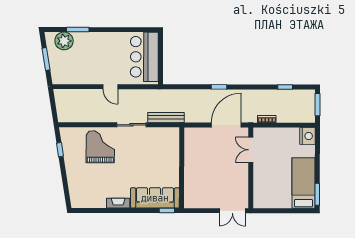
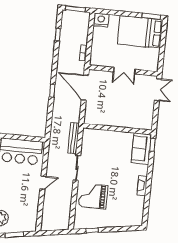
double door: (251, 150) -> (124, 71), moved
bed: (304, 183) -> (140, 32), width x1.50
sofa: (155, 198) -> (141, 149), width x0.73

